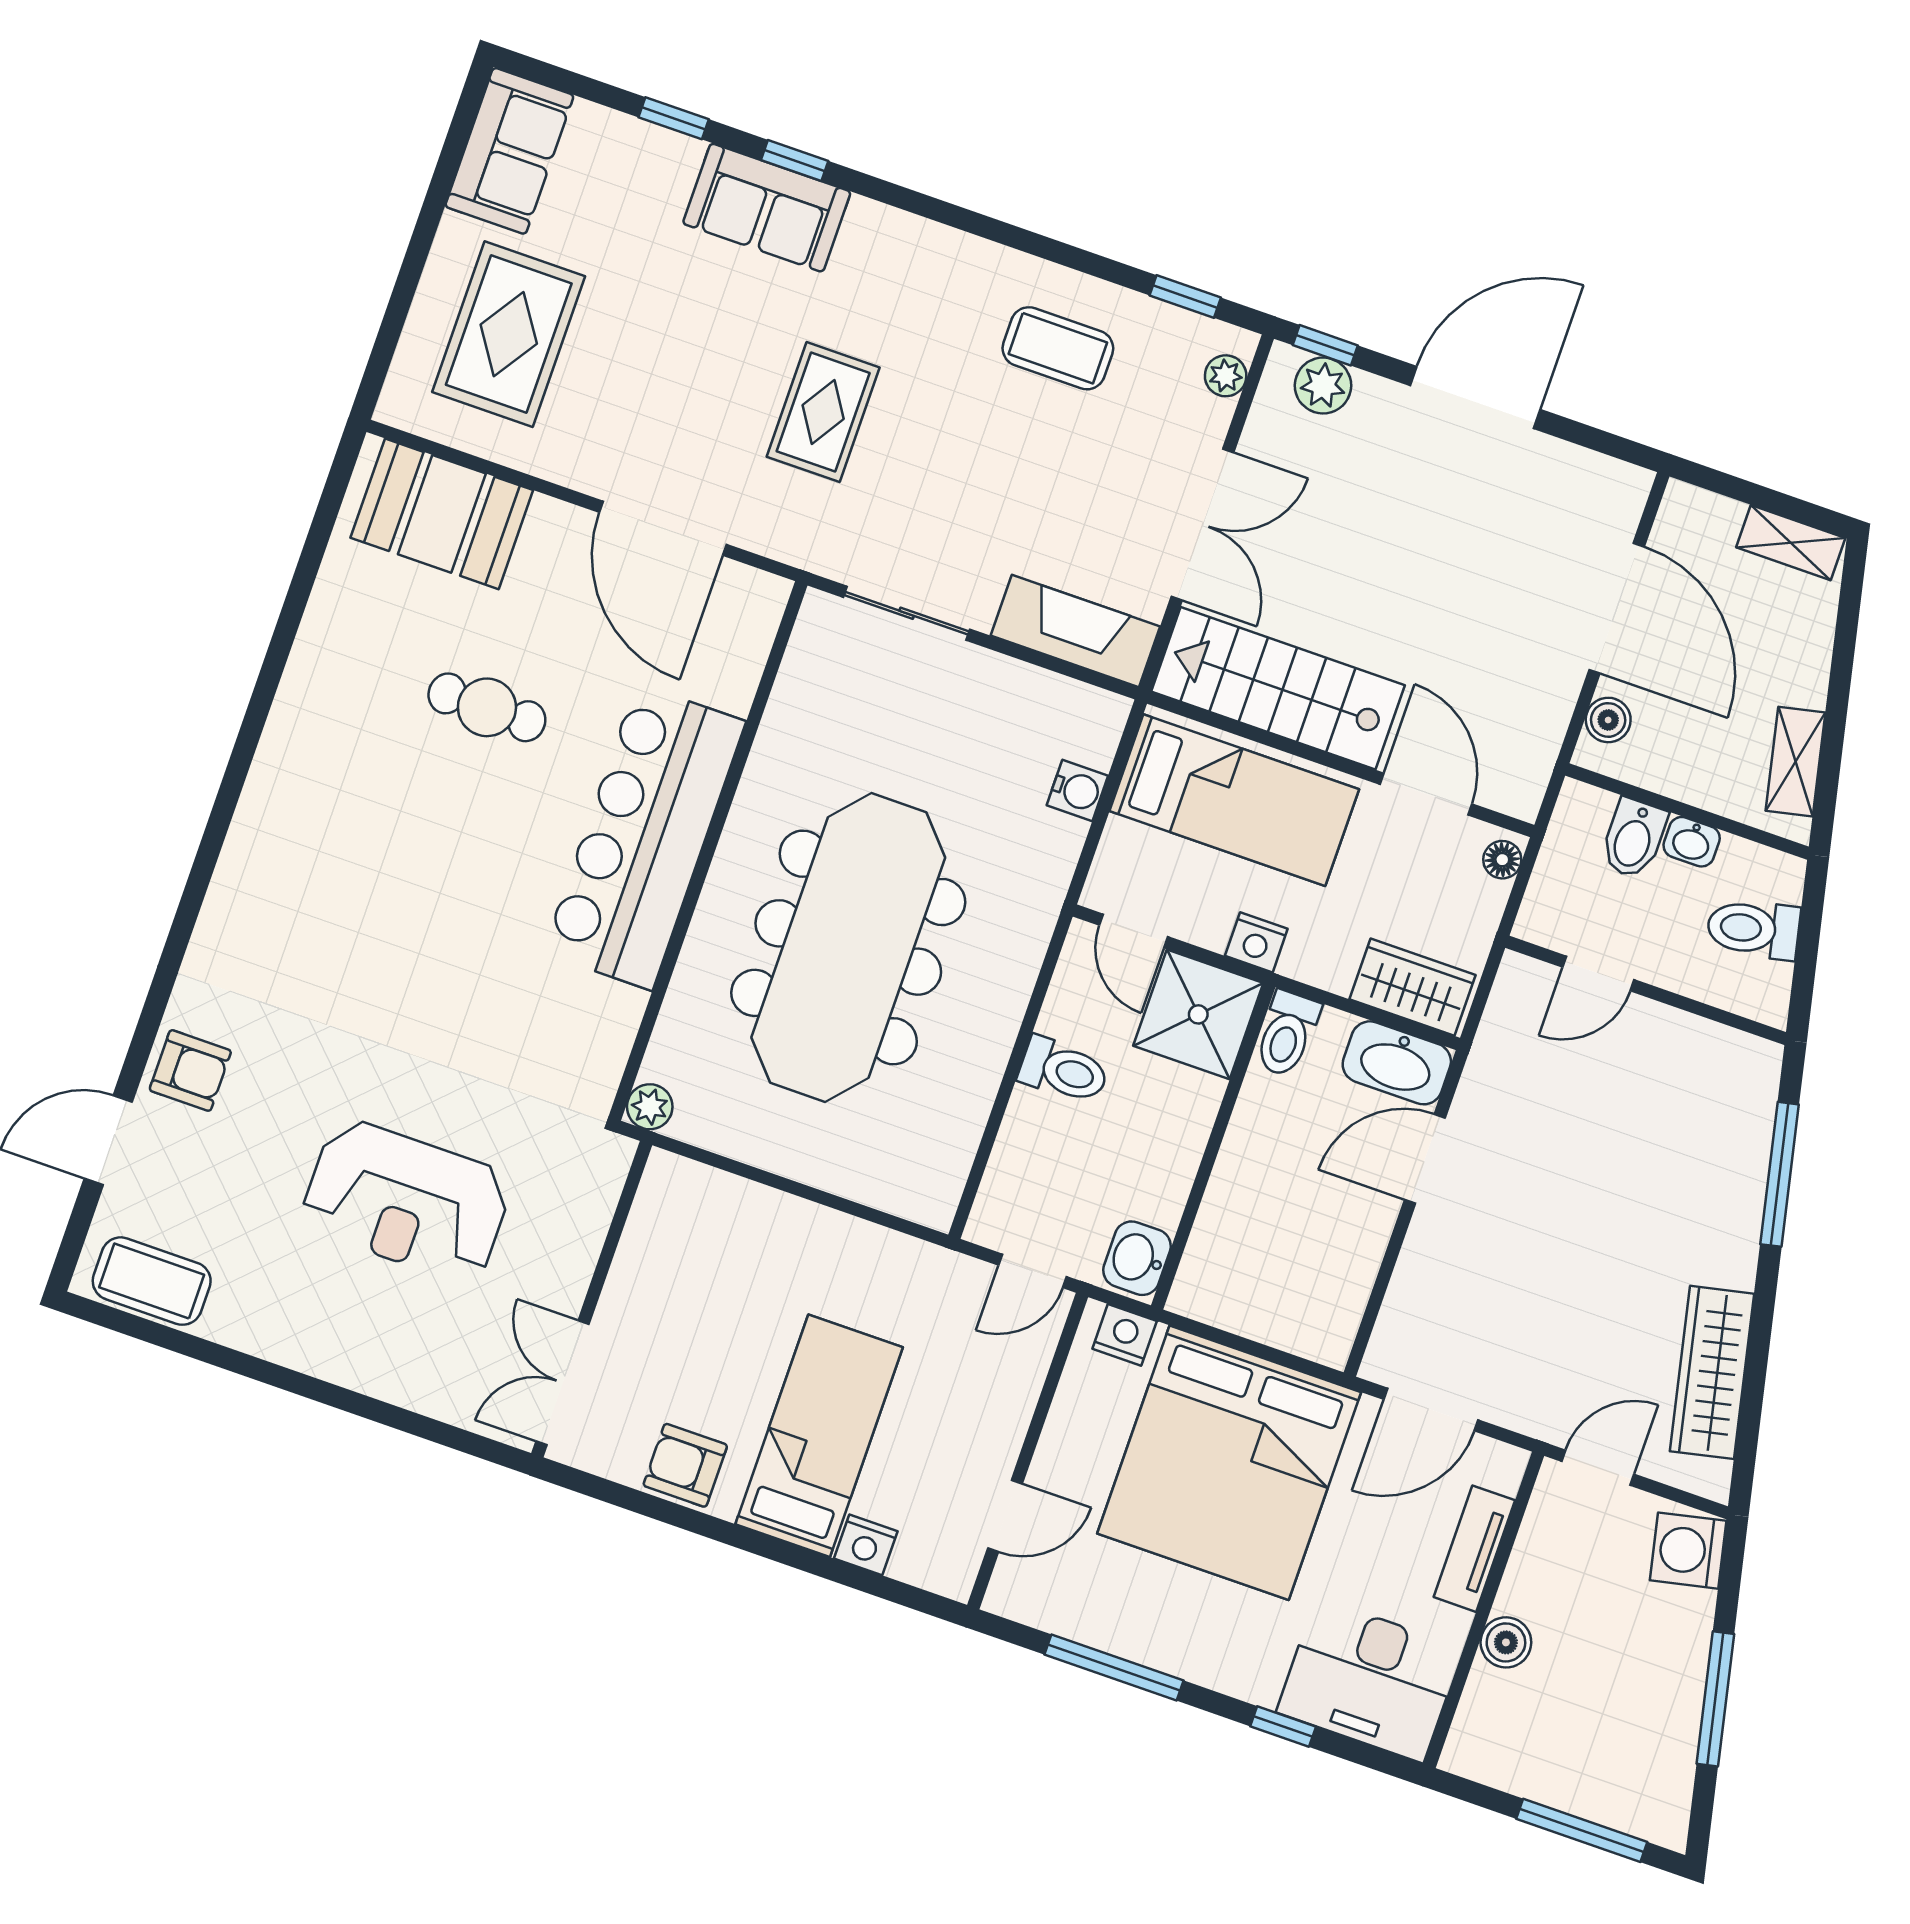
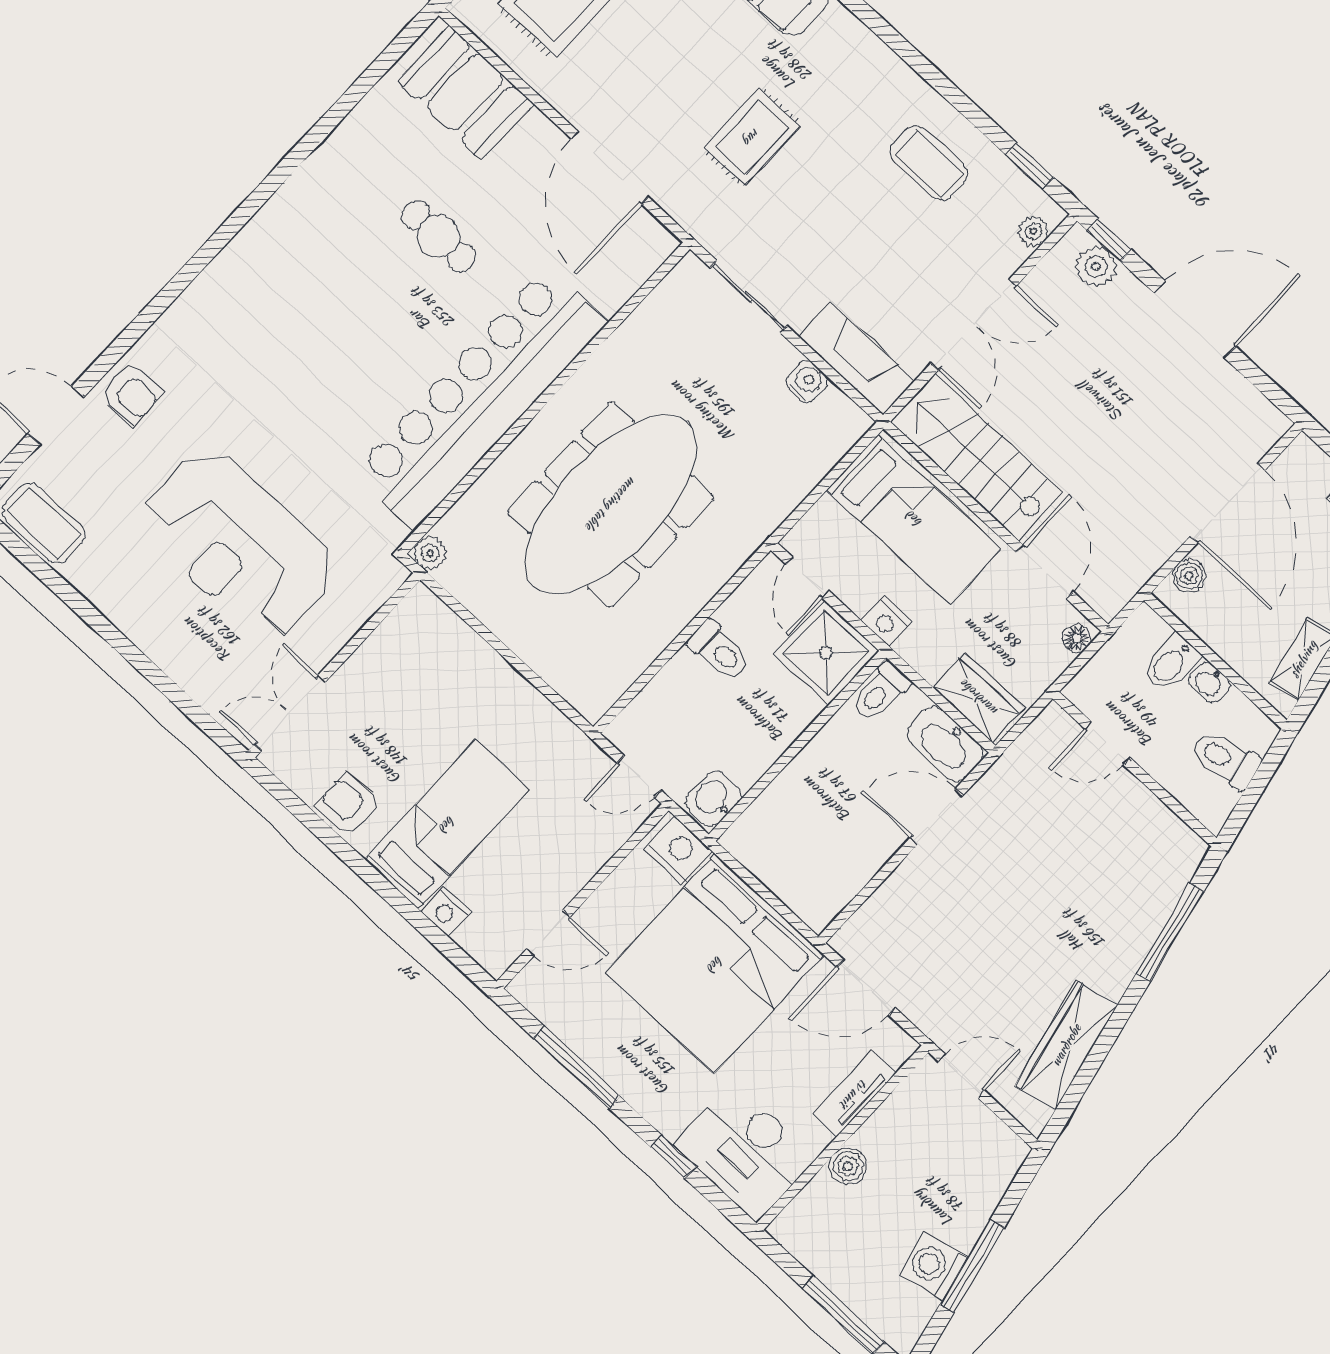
water cooler: (1077, 790) -> (807, 382), moved, turned -90
bar counter: (644, 837) -> (480, 398), width x1.36
reception desk: (406, 1201) -> (239, 544), width x1.36, depth x1.30
nightstand: (1125, 1335) -> (678, 851), width x1.36, depth x1.33
washing machine: (1688, 1551) -> (933, 1266), moved

